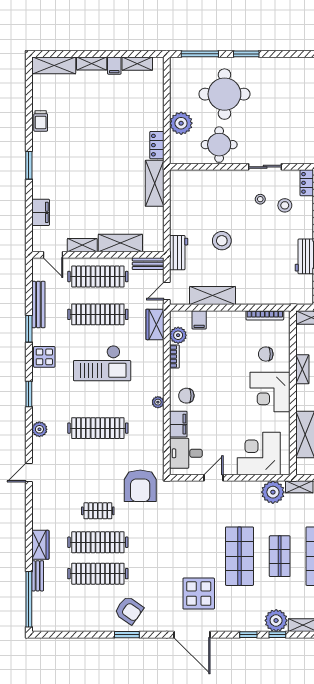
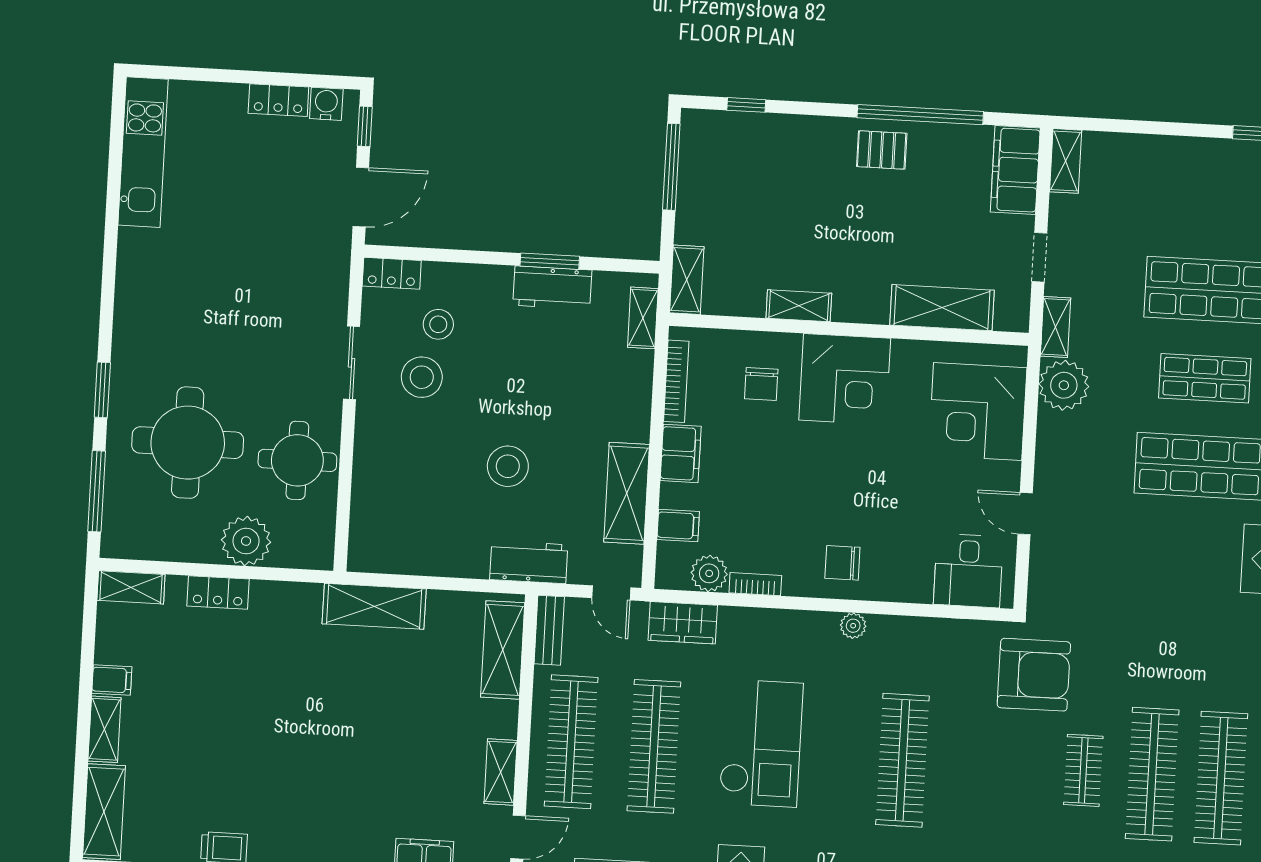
shelving: (137, 64) -> (131, 587), moved, turned 90
locker: (157, 145) -> (218, 593), moved
stool: (260, 199) -> (422, 377), width x1.89, depth x1.89
shelving: (120, 243) -> (503, 650), moved
shelving: (293, 298) -> (643, 318), added
chair: (186, 396) -> (842, 563), turned 90
filing cabinet: (178, 424) -> (681, 453), moved, turned 90

